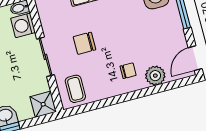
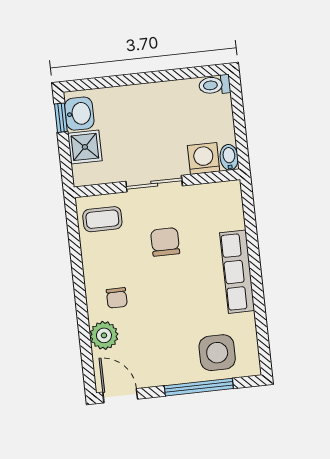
shower: (43, 104) -> (85, 147), moved

